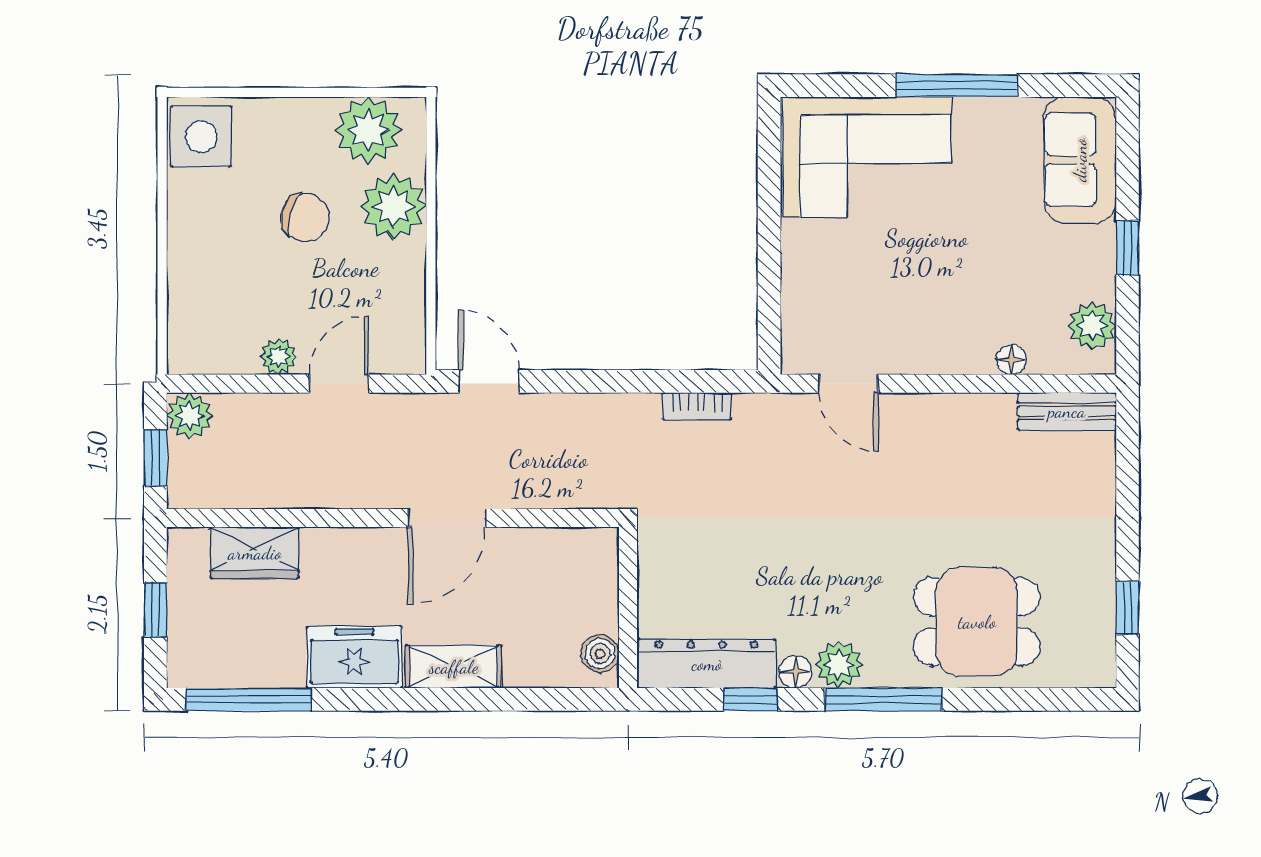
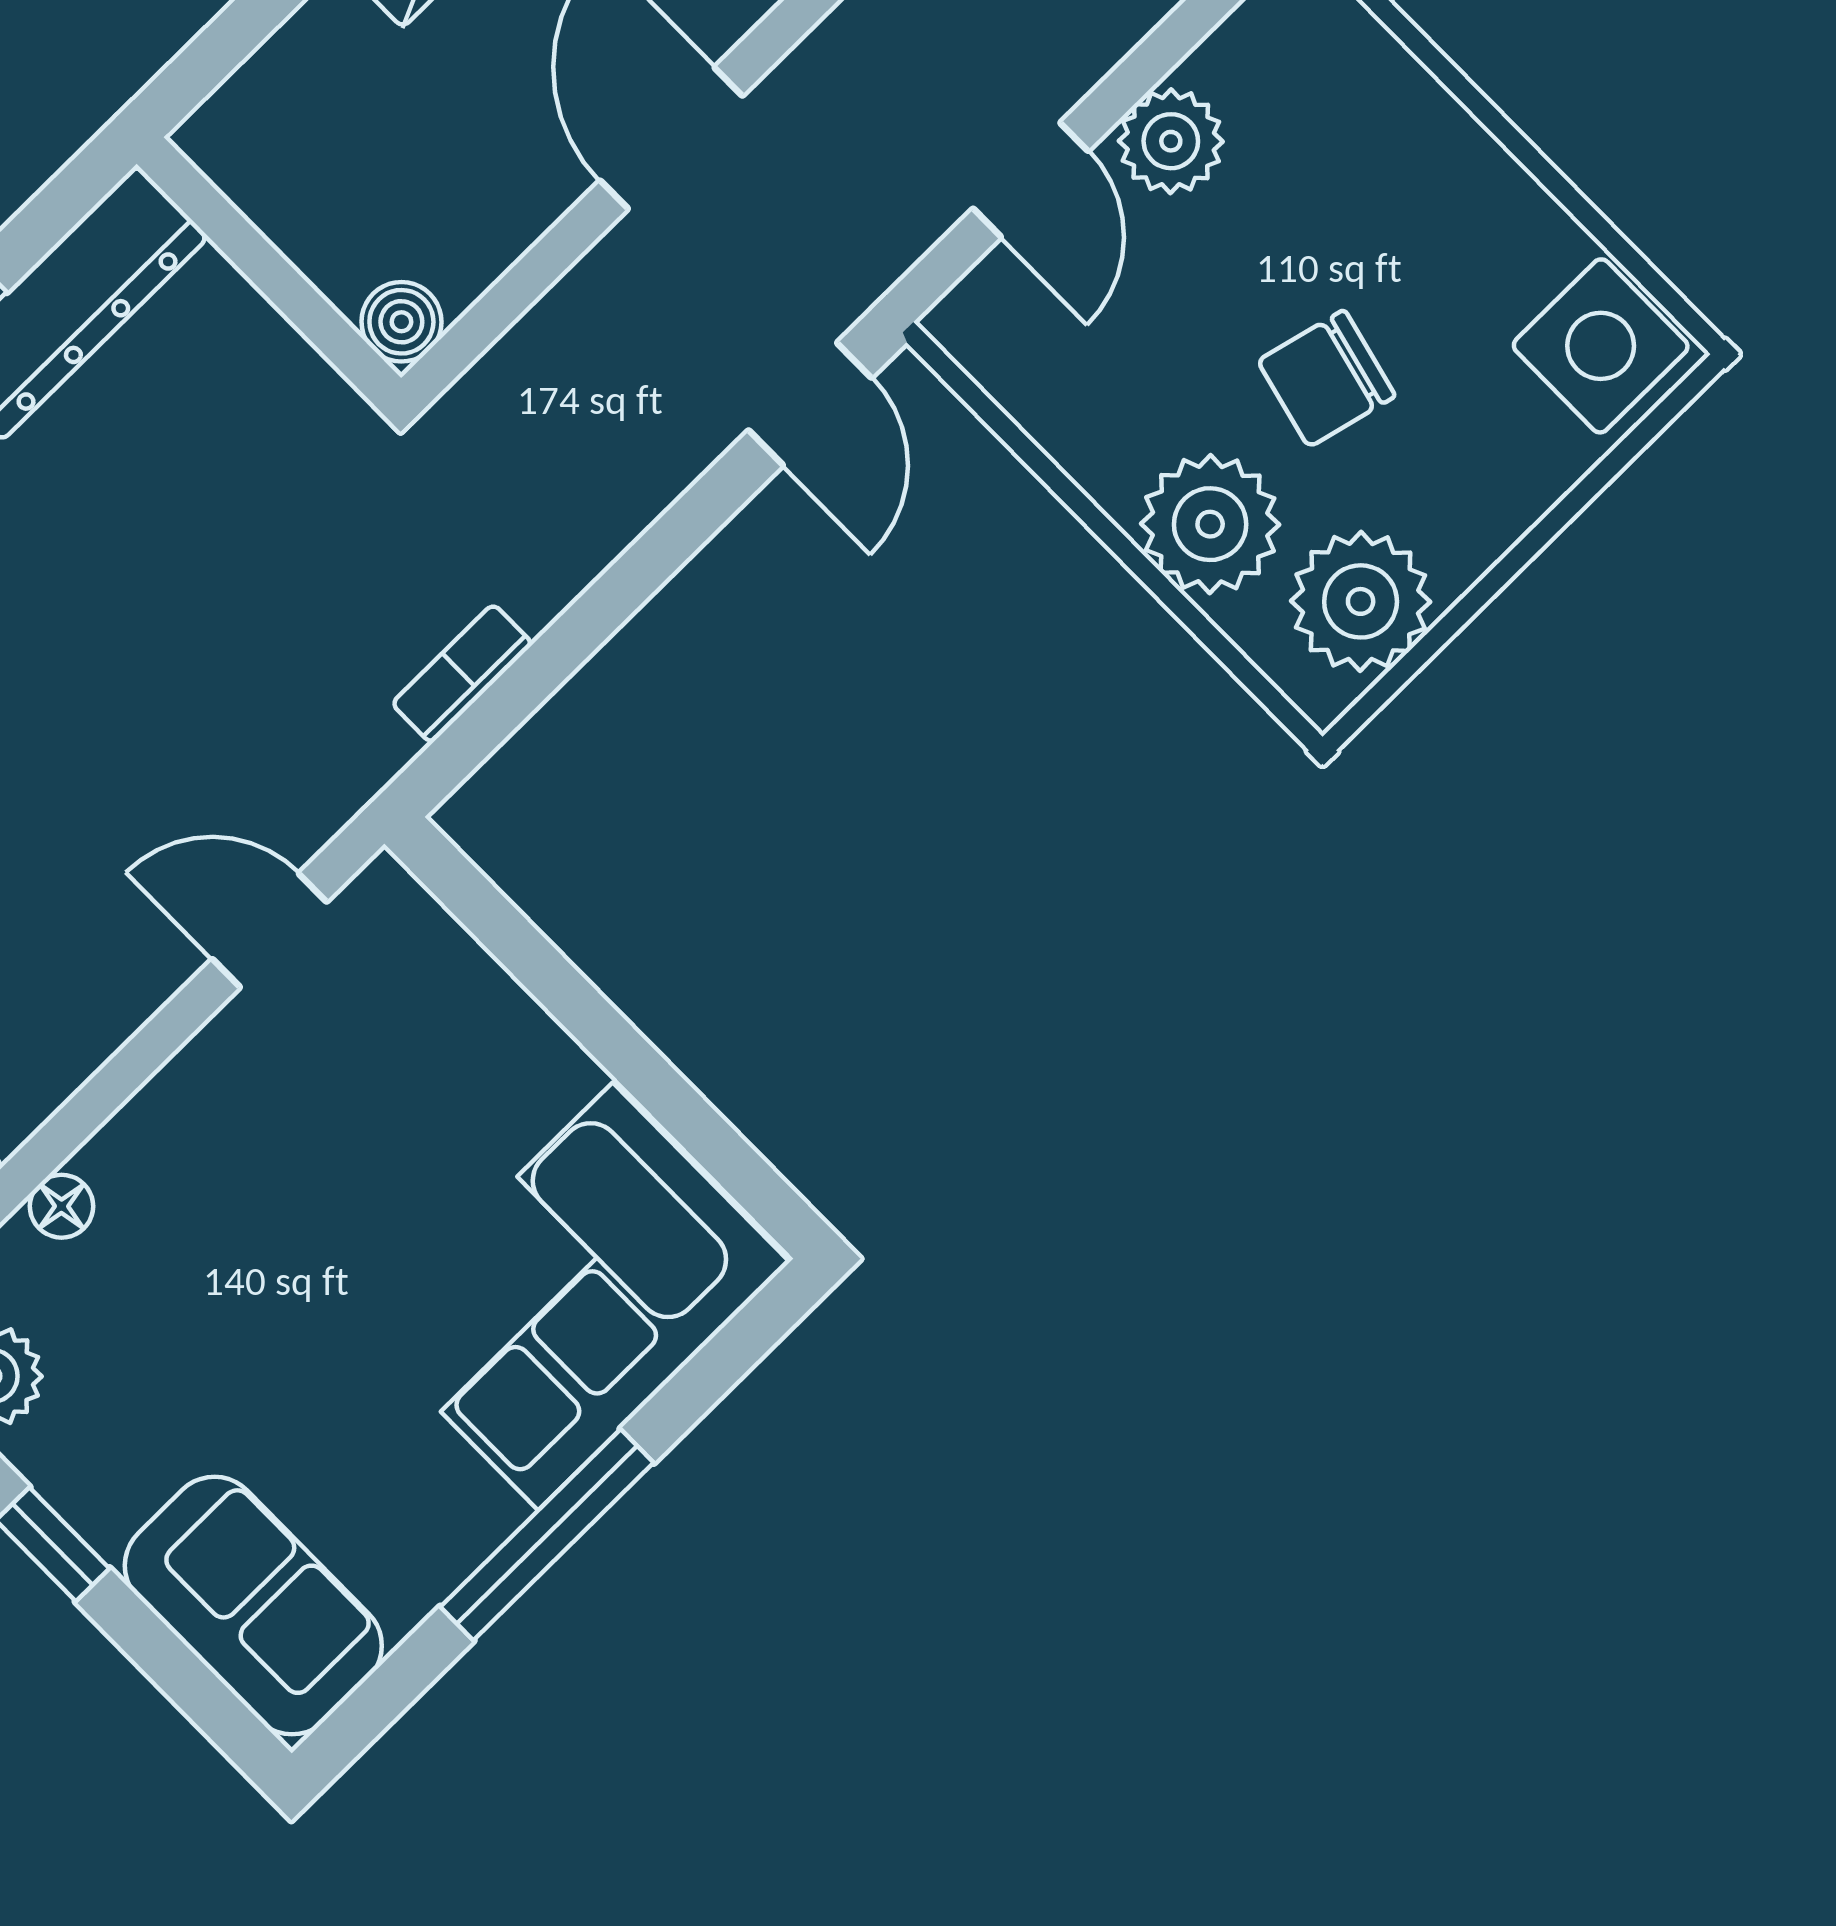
plant: (279, 357) -> (1171, 141), width x1.38, depth x1.38
door: (489, 381) -> (810, 404), hinge flipped
boiler: (600, 654) -> (401, 322), moved

